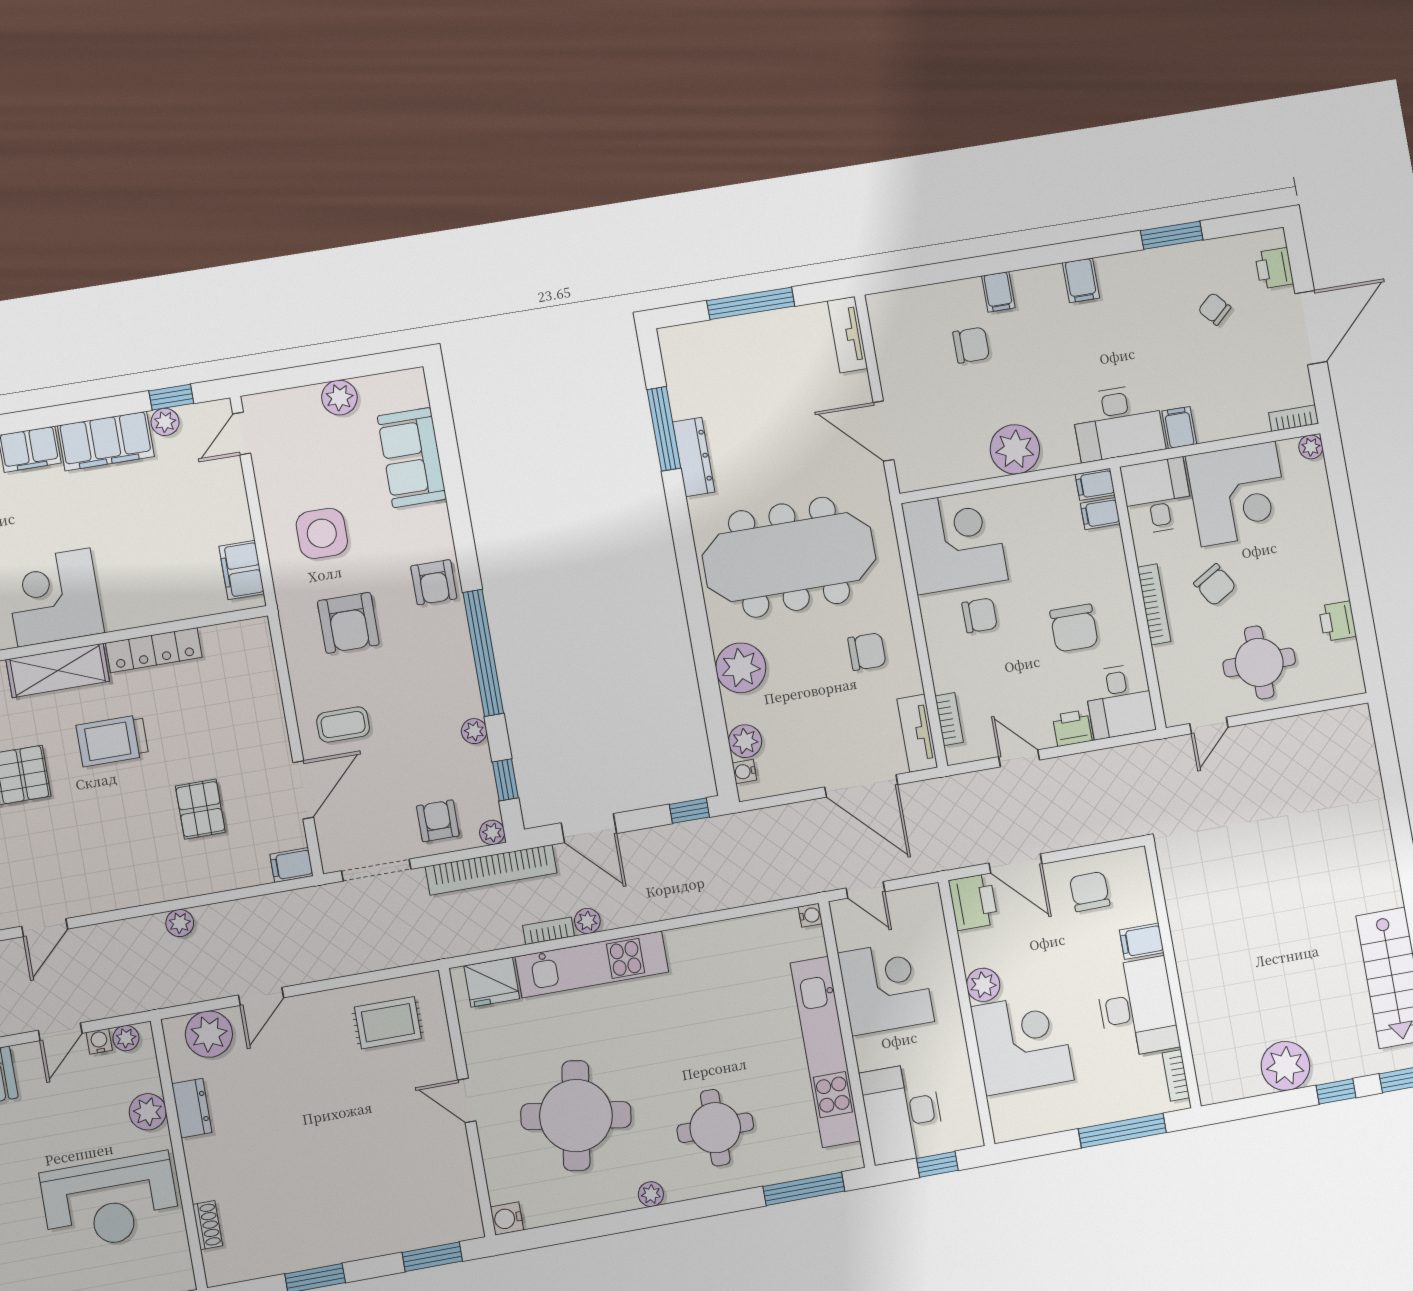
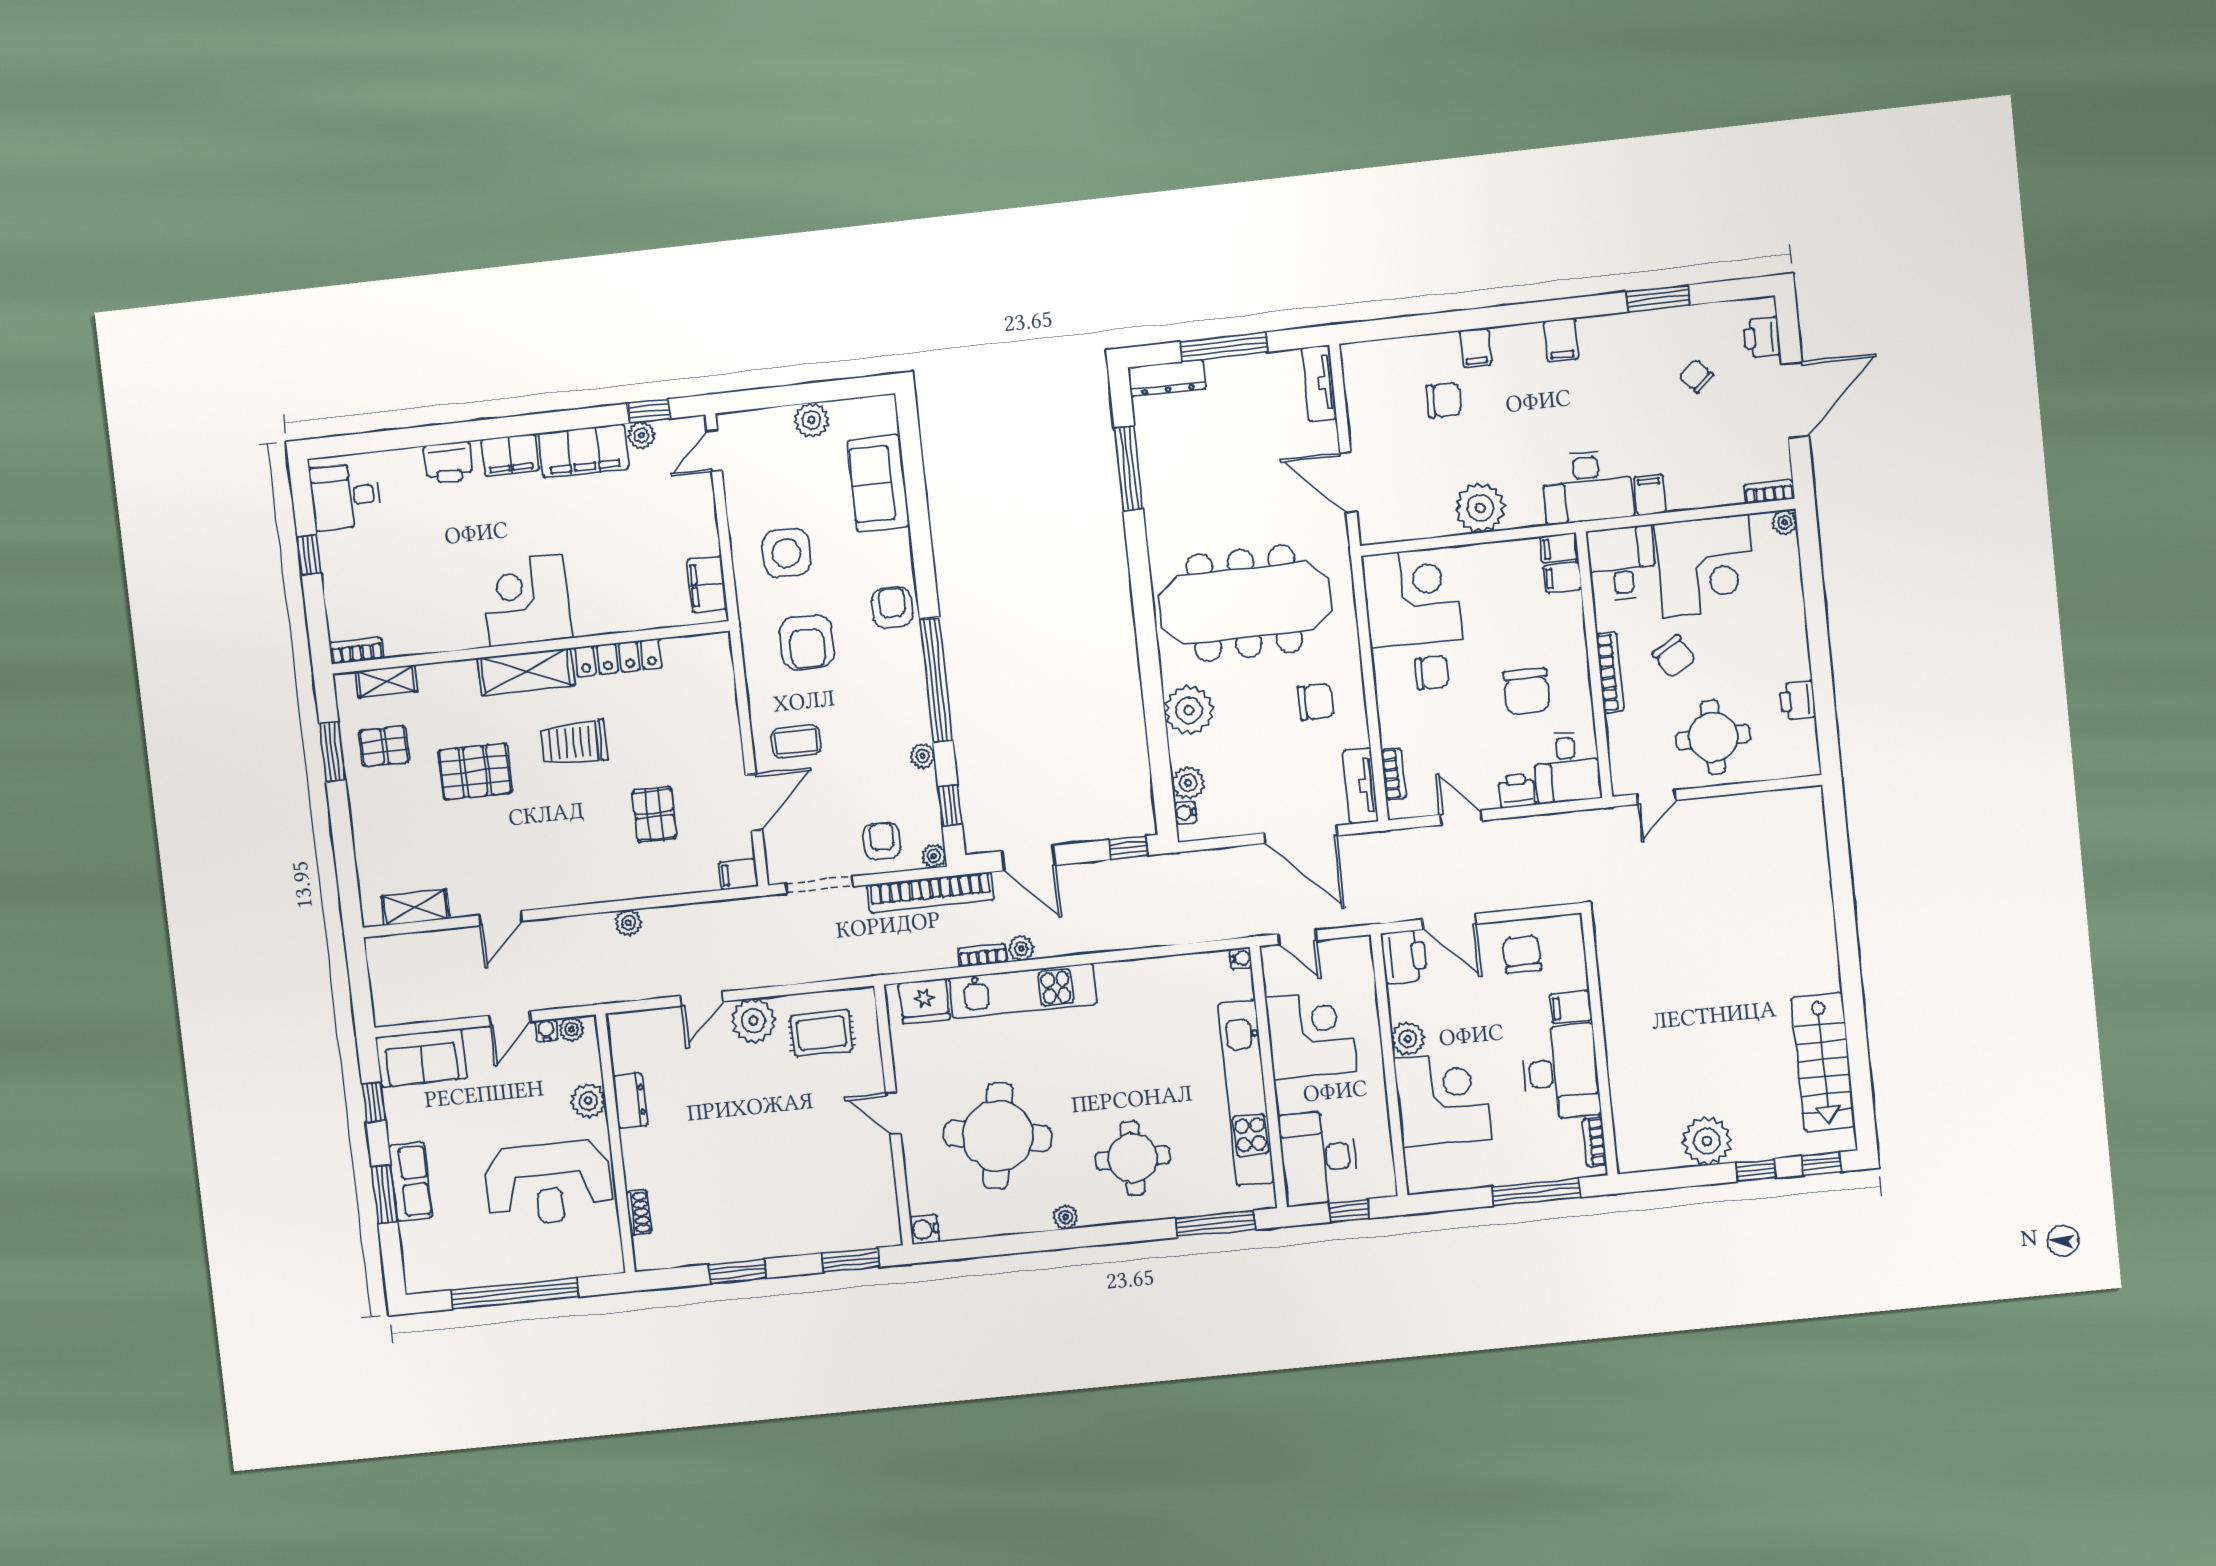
dresser: (694, 457) -> (1167, 378), moved, turned 90
armchair: (434, 582) -> (892, 608), turned 180
plant: (209, 1034) -> (753, 1021), moved

